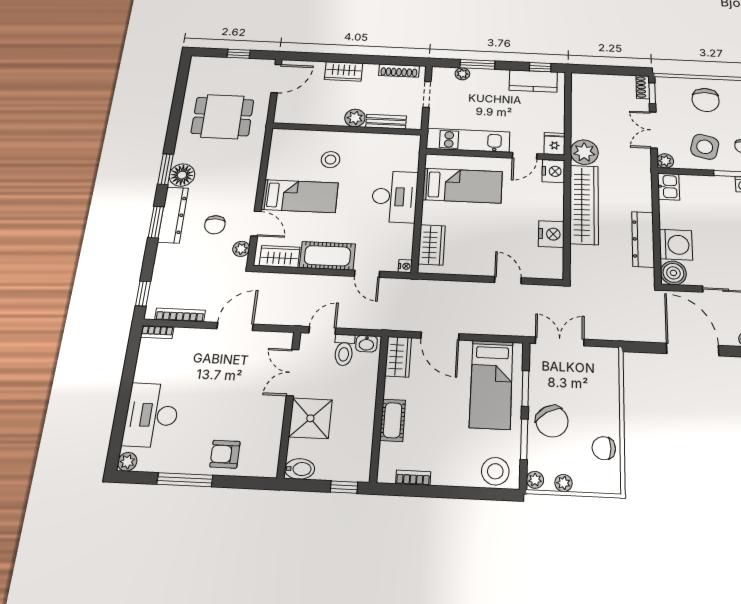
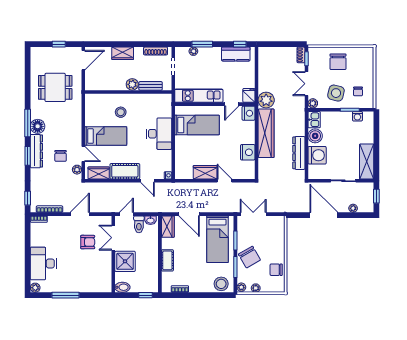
window: (166, 169) -> (28, 123), width x1.44
wardrobe: (432, 245) -> (205, 172), moved, turned -90
boiler: (673, 273) -> (315, 136), moved
armchair: (225, 454) -> (88, 242), moved, turned 180

